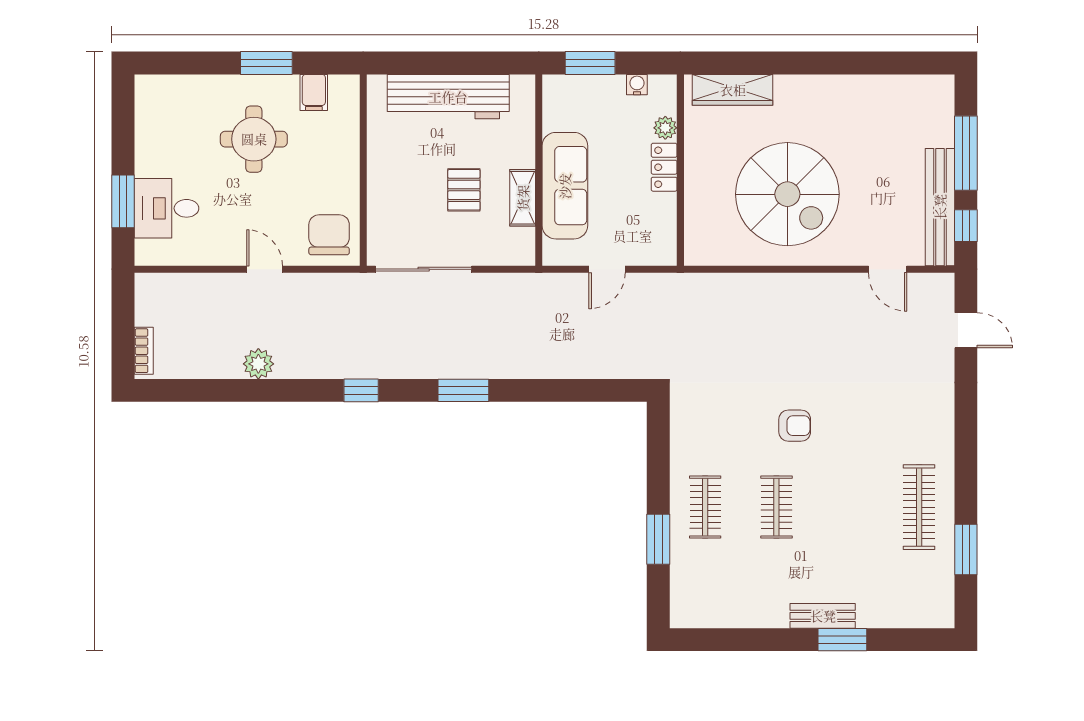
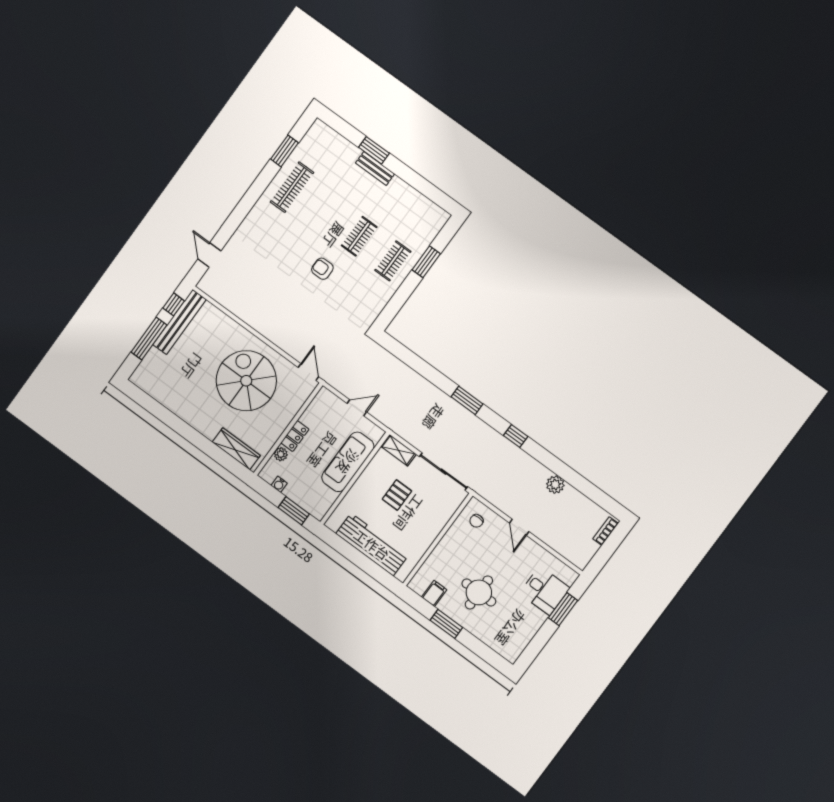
shelving: (523, 198) -> (398, 450), moved, turned 90
chair: (329, 235) -> (476, 521), width x0.54, depth x0.54
door: (888, 269) -> (308, 372), moved

